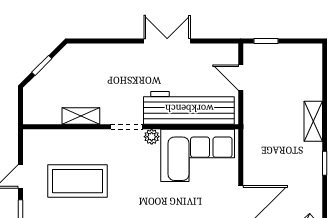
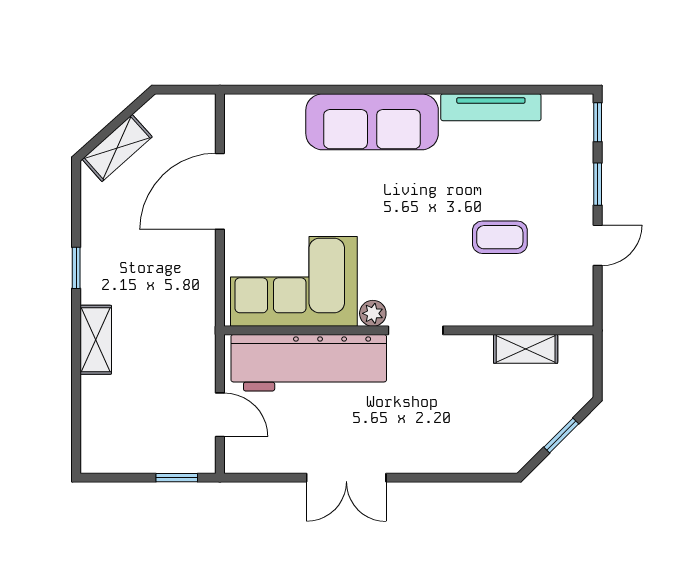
shelving: (81, 116) -> (526, 349), moved
coffee table: (78, 181) -> (500, 237), width x0.54, depth x0.58

